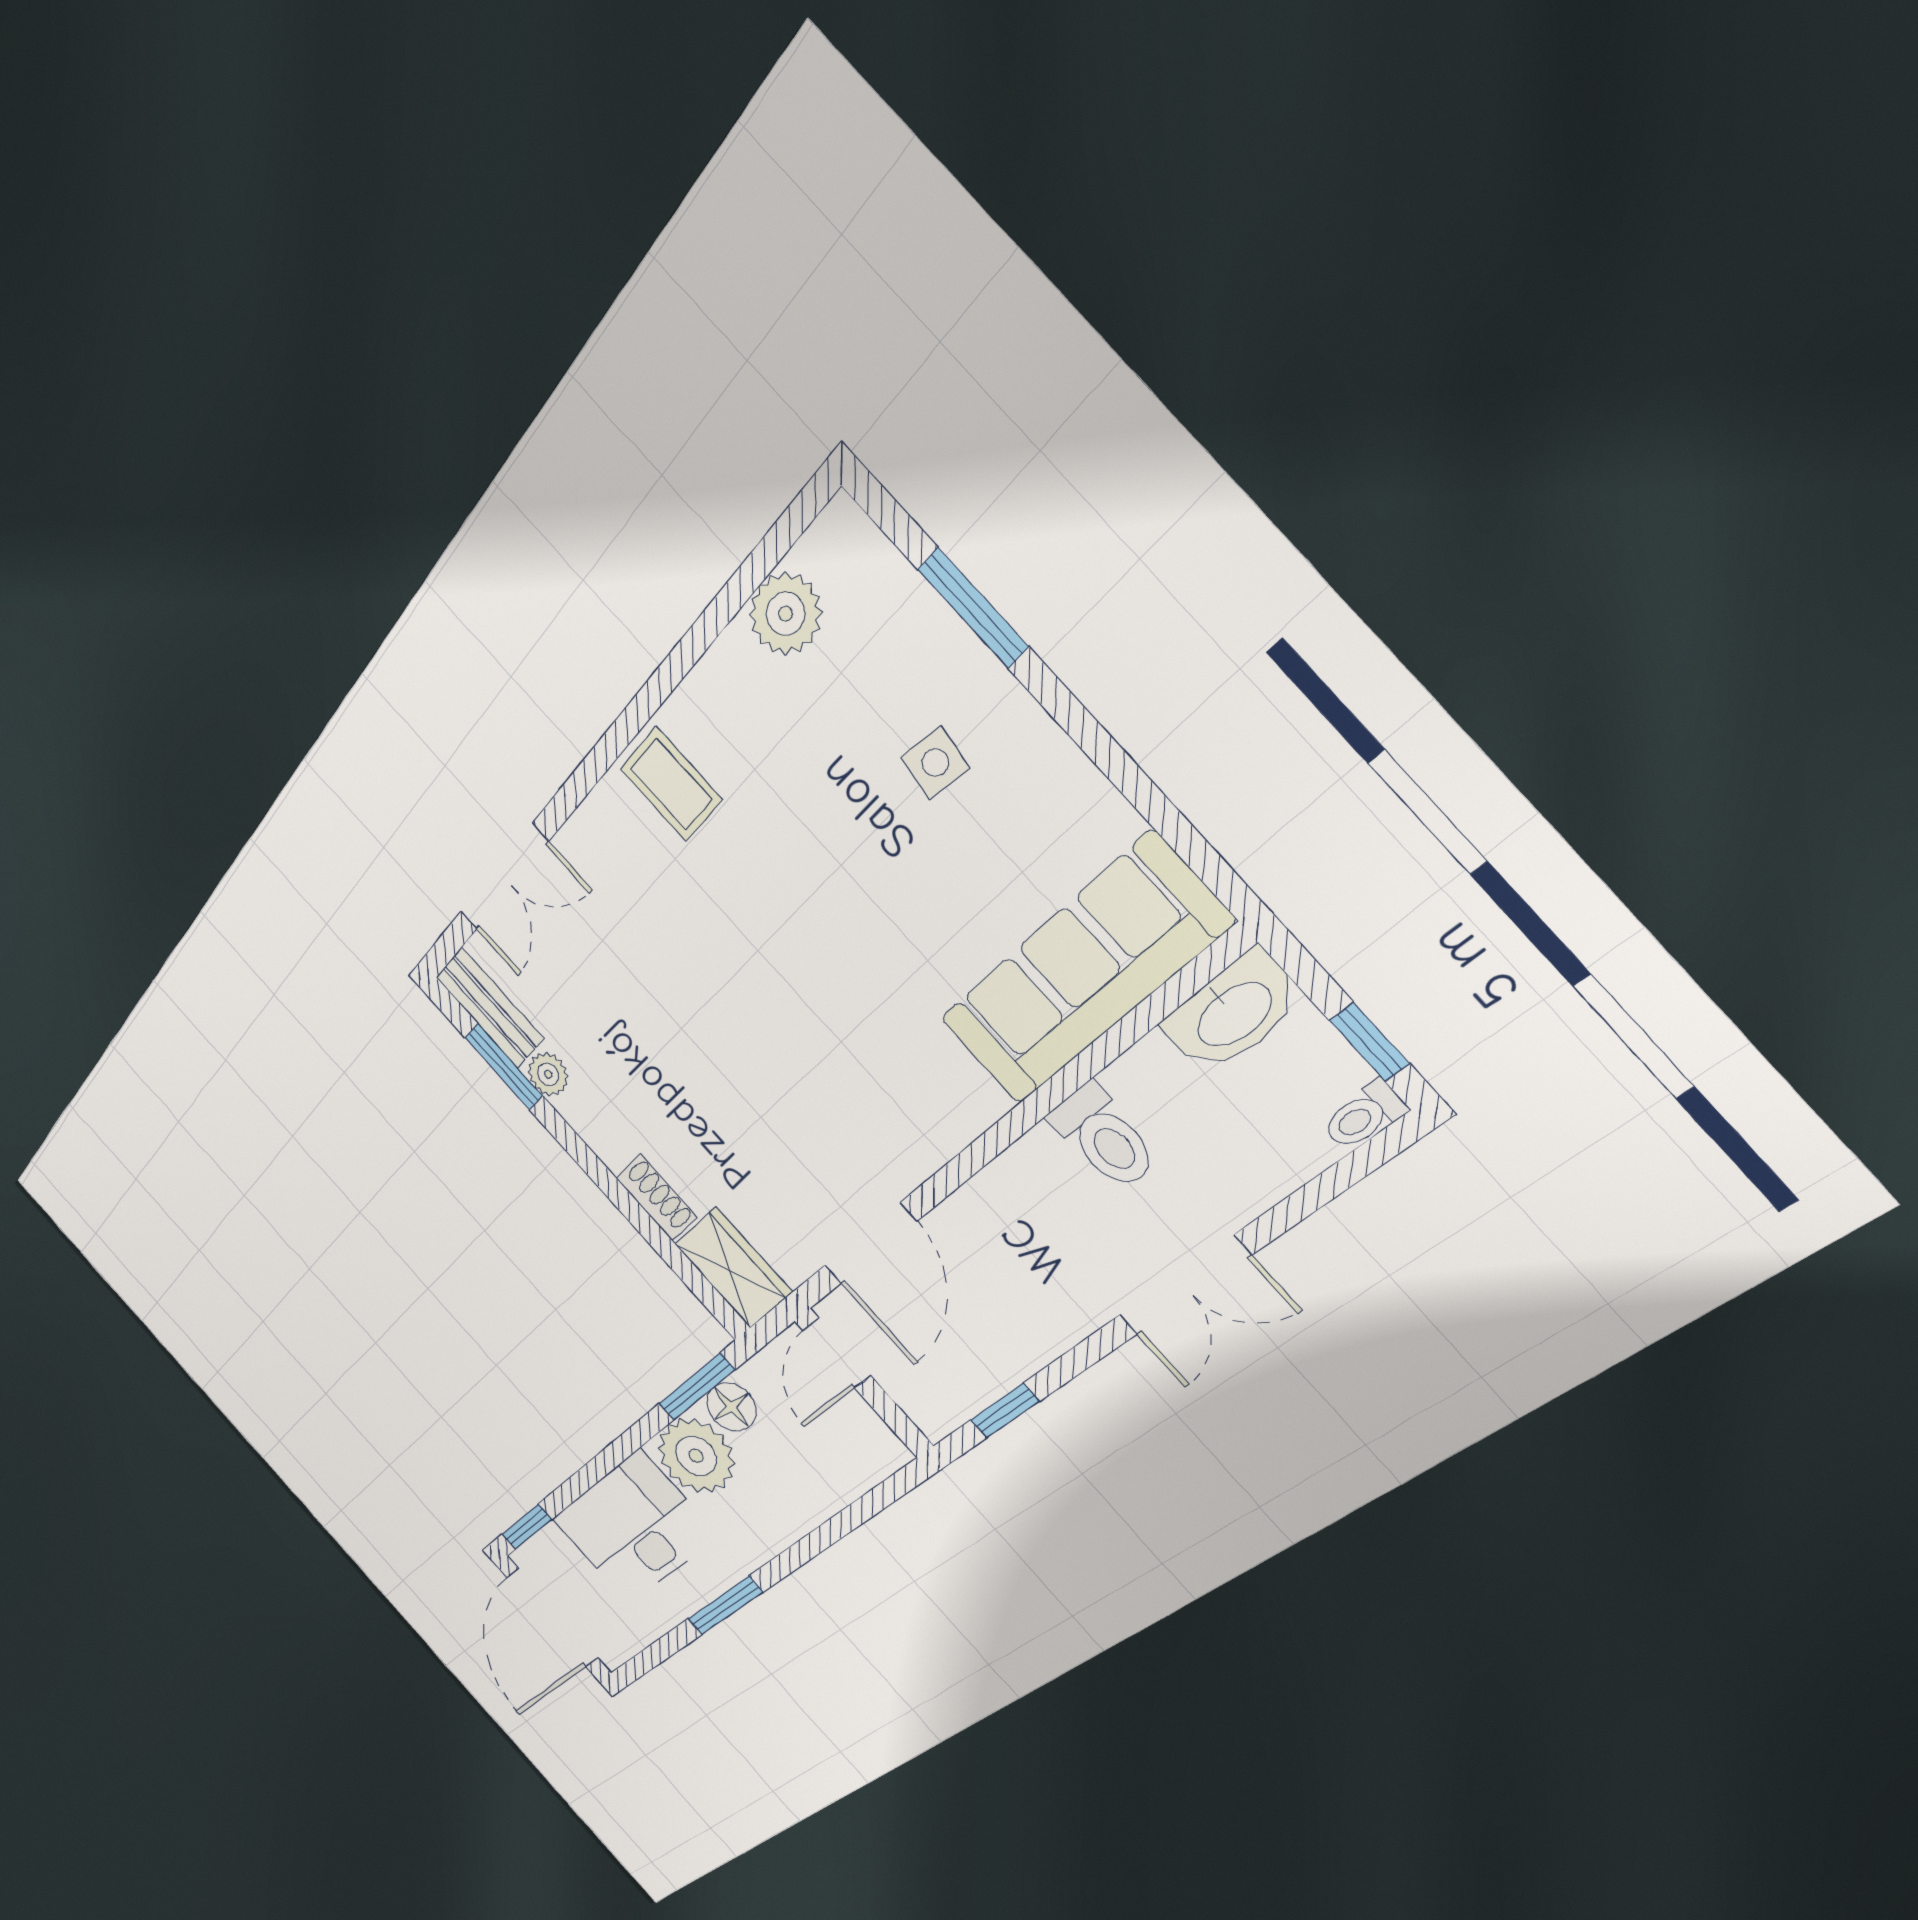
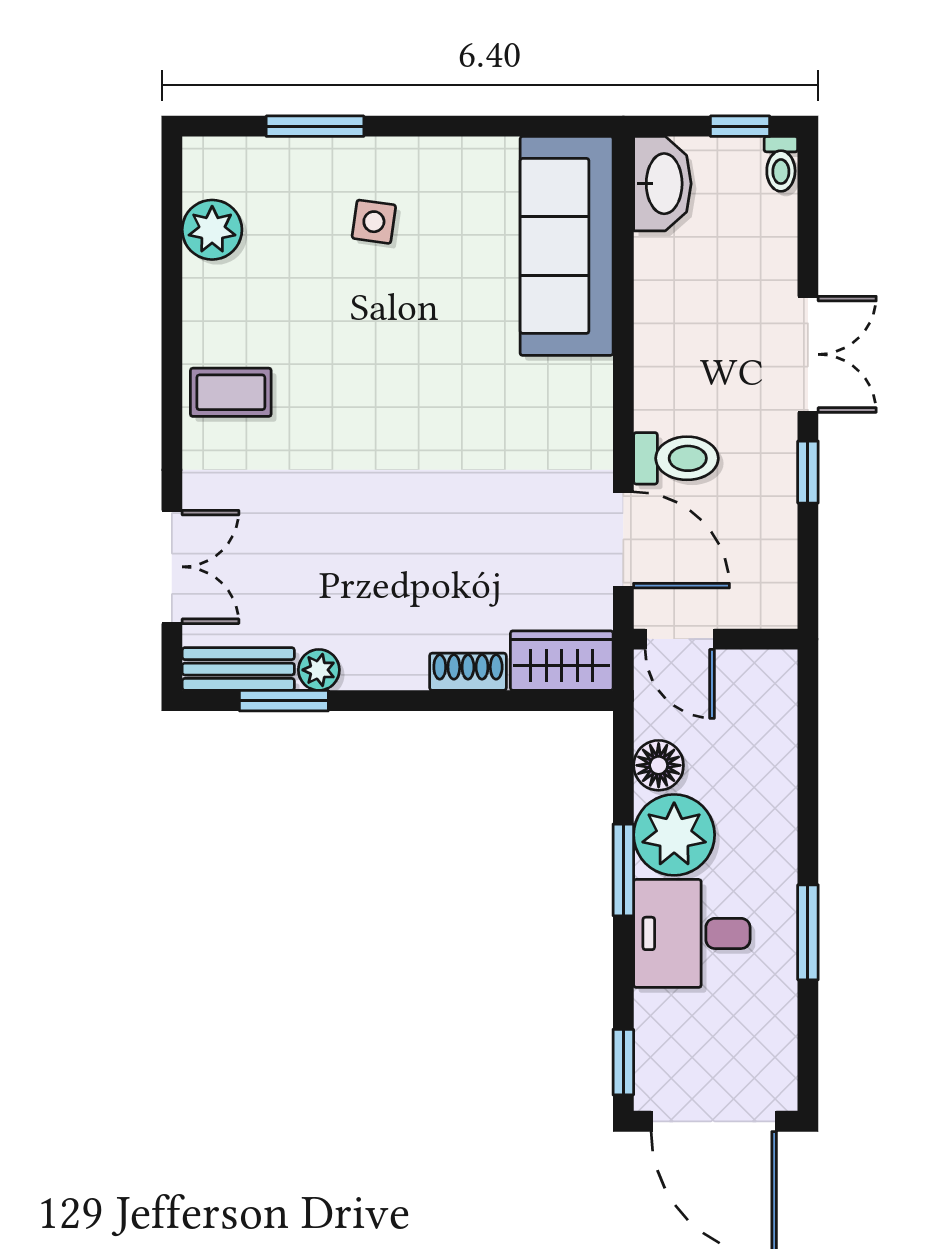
toilet: (1104, 1137) -> (676, 458), moved
window: (697, 1387) -> (623, 870), moved
window: (1005, 1411) -> (808, 472), moved
desk: (634, 1528) -> (692, 933), width x0.73

